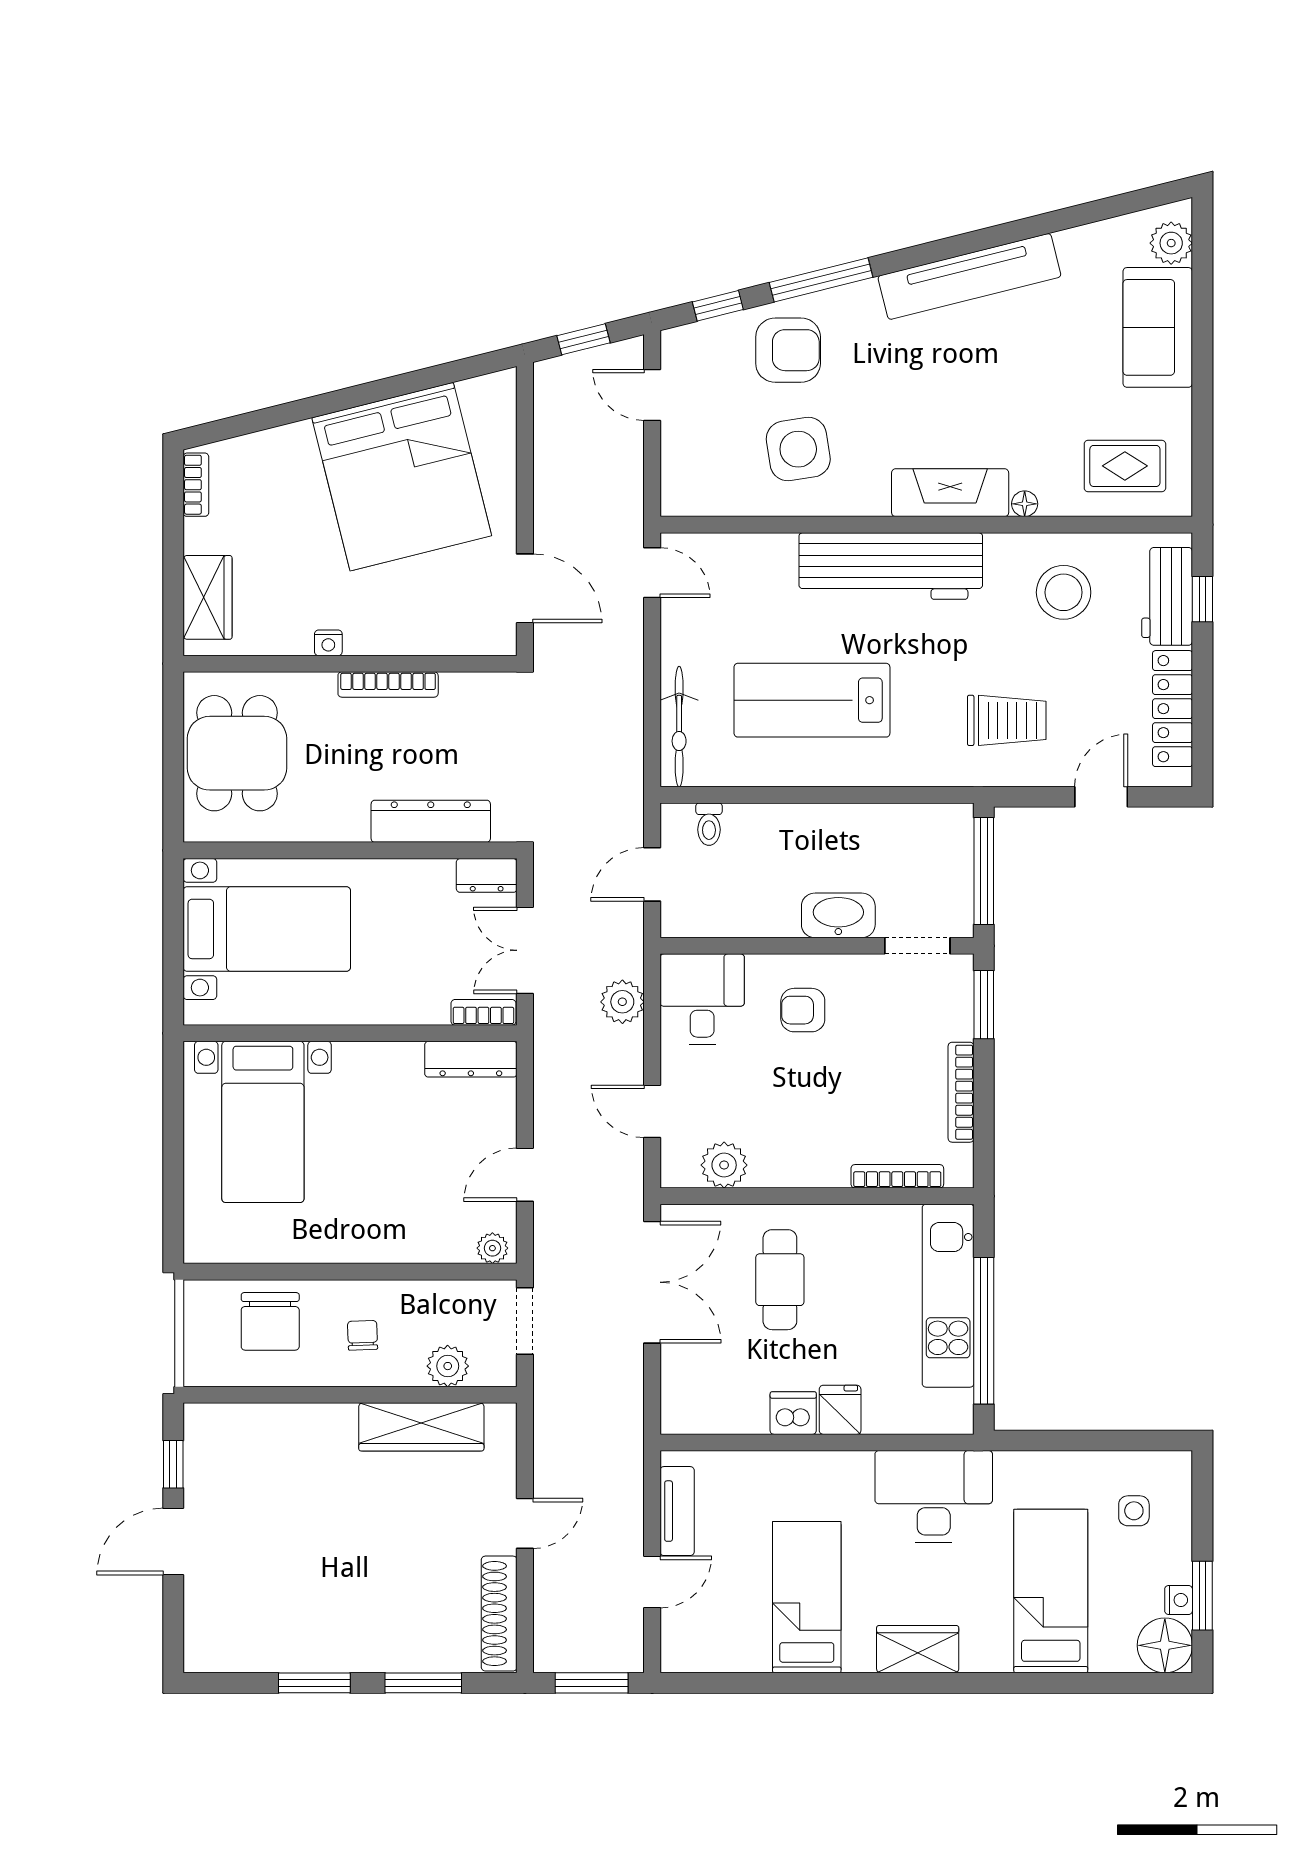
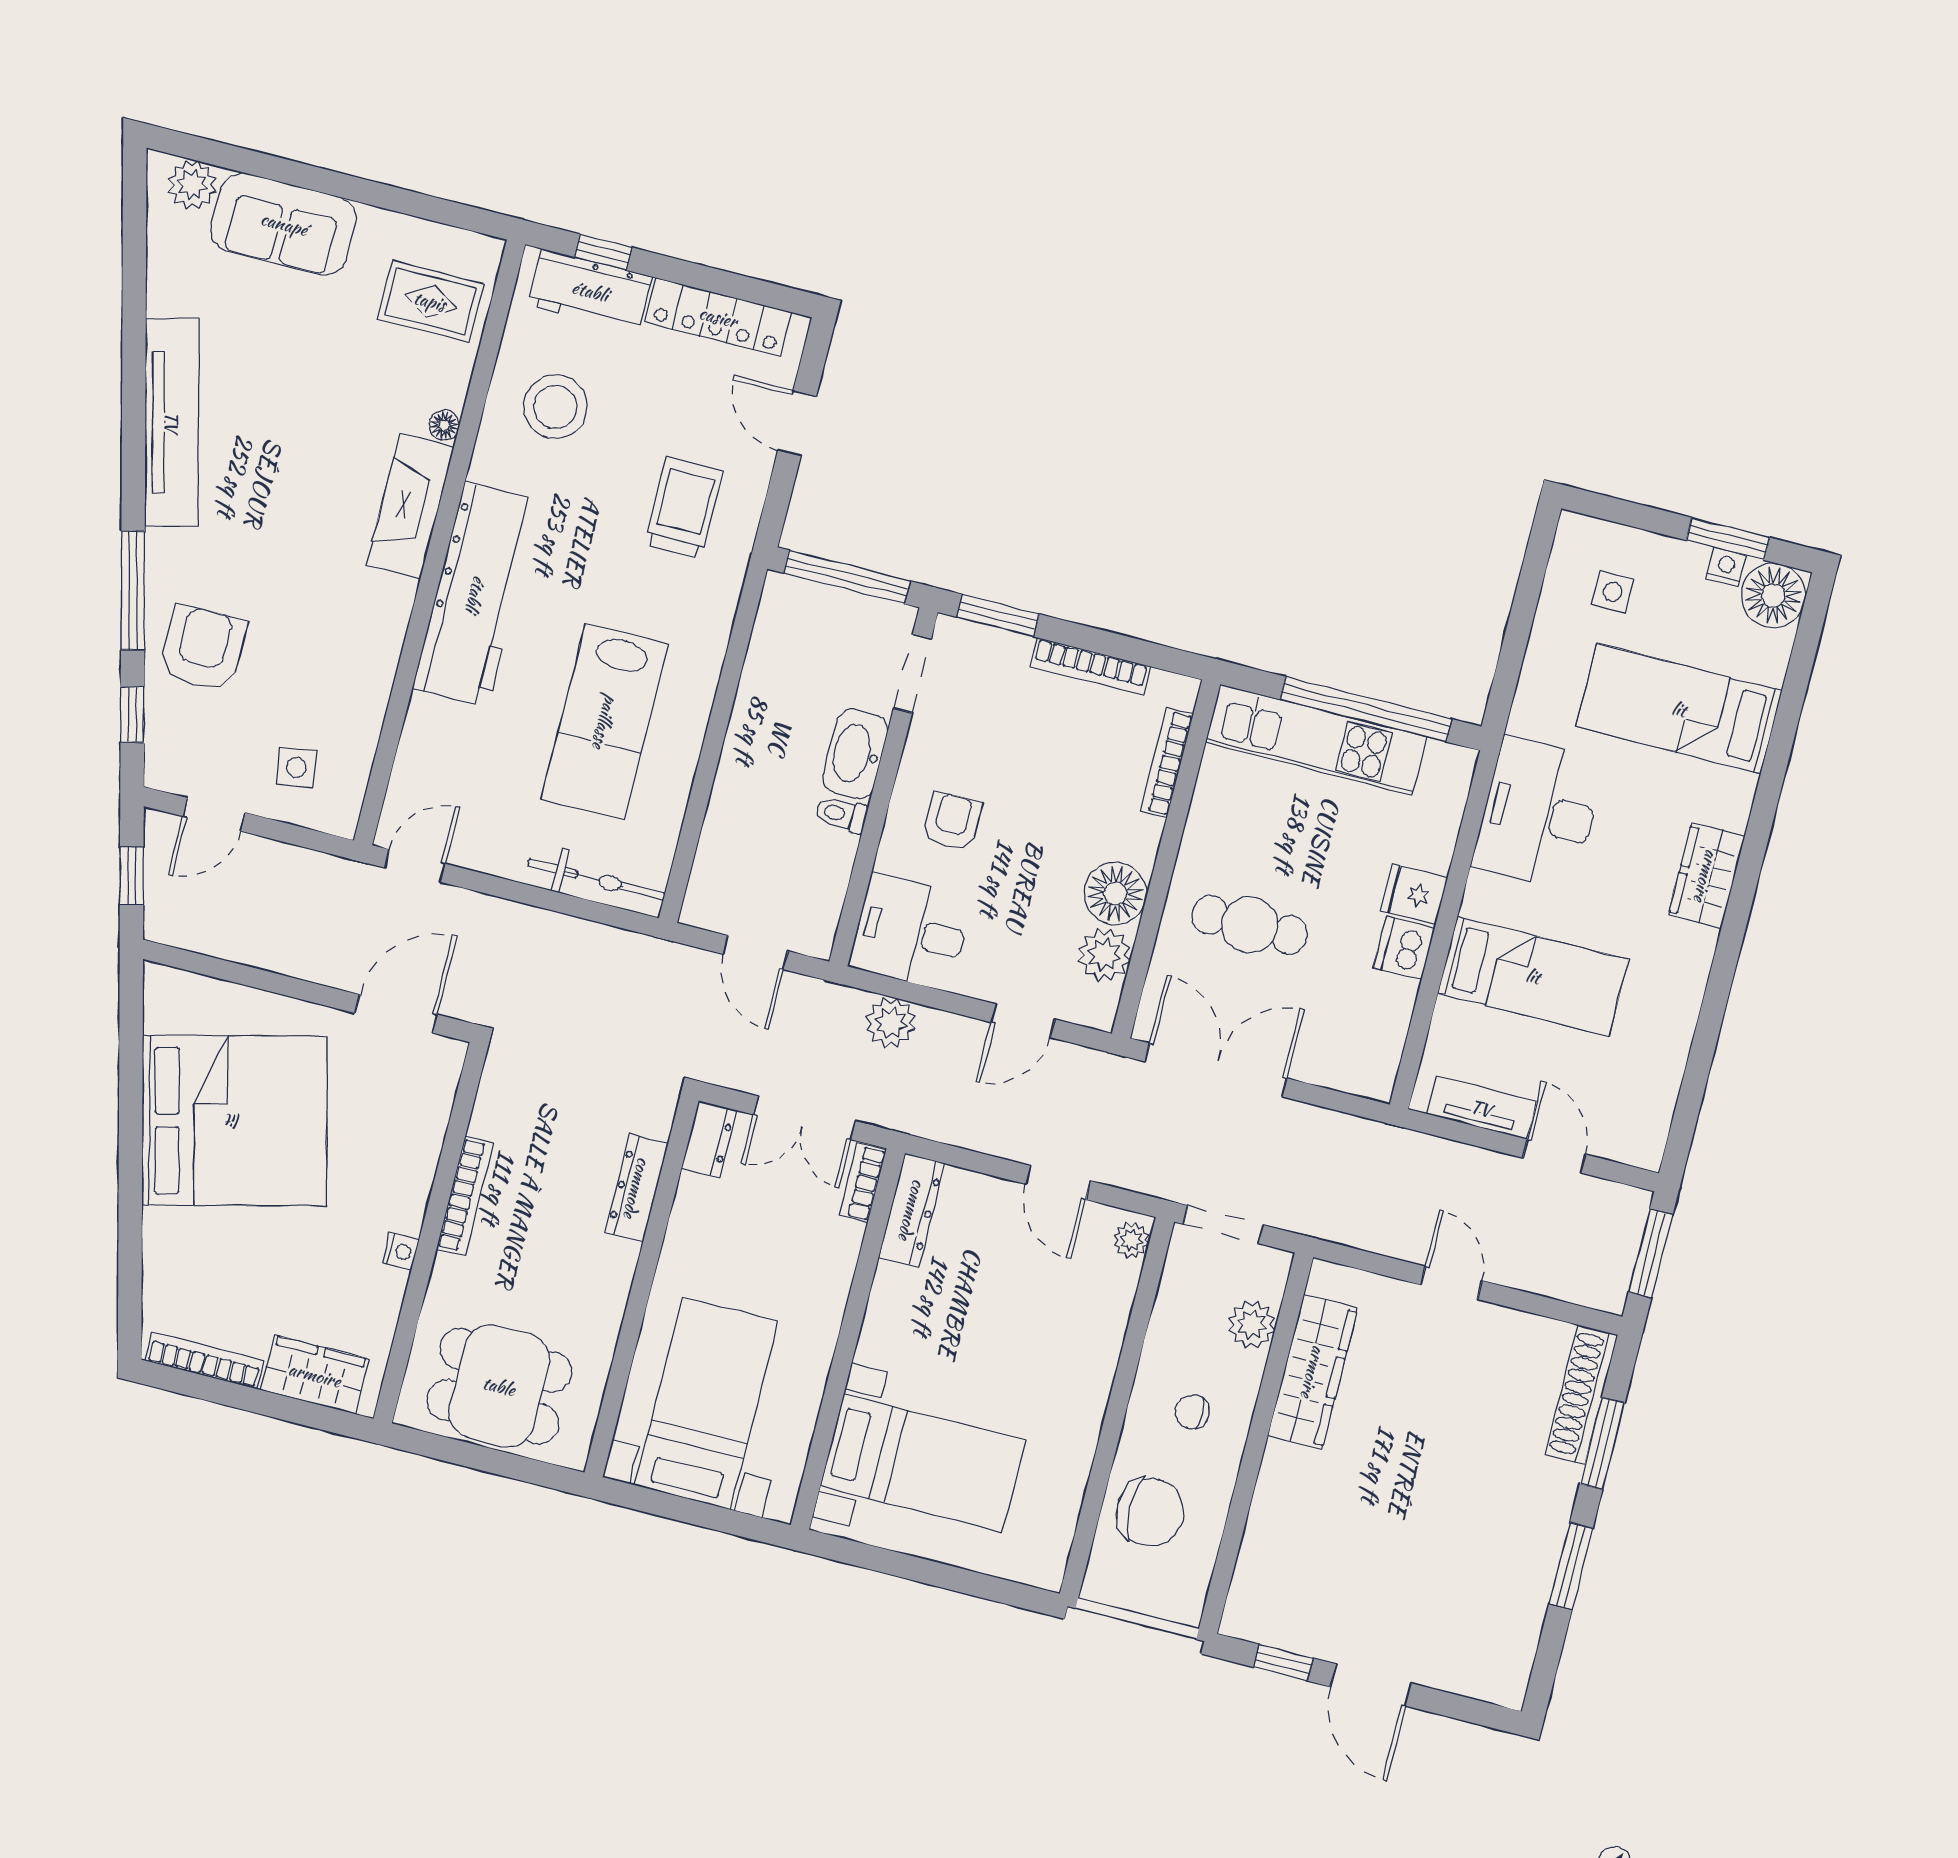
side table: (798, 449) -> (296, 768), moved, width x0.54, depth x0.54
rug: (1125, 466) -> (430, 301), turned 90
bookcase: (196, 485) -> (205, 1360), width x1.56
dresser: (431, 821) -> (637, 1188), width x0.73, depth x0.80
toilet: (709, 824) -> (841, 814), moved, turned 180
armchair: (803, 1010) -> (952, 821), turned 180
floor lamp: (777, 1161) -> (1115, 894), added
bed: (807, 1597) -> (1533, 976), moved, turned 180
shoe rack: (499, 1614) -> (1581, 1395), moved, turned 90

